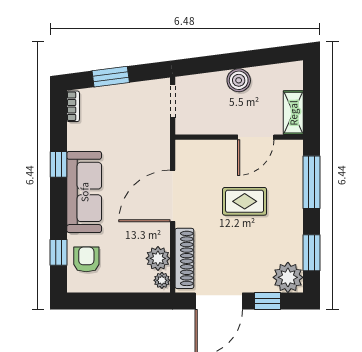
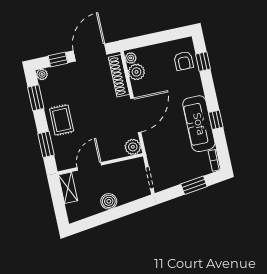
plant: (187, 151) -> (133, 147), added
window: (311, 182) -> (46, 144), width x0.69
sofa: (84, 192) -> (199, 124), moved
rug: (245, 201) -> (62, 120), moved, turned 90
plant: (288, 277) -> (42, 74), width x0.53, depth x0.53

